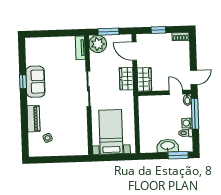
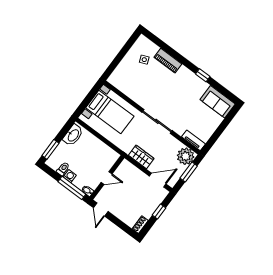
wardrobe: (144, 79) -> (130, 170), removed
sofa: (35, 82) -> (218, 102), moved
door: (176, 92) -> (107, 178), moved
washbasin: (168, 146) -> (73, 135), moved

